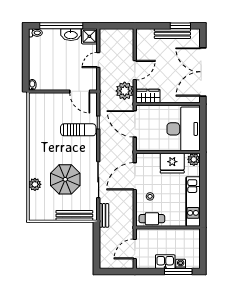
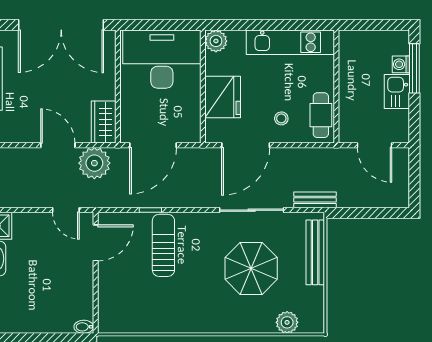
door: (98, 60) -> (66, 210), moved
fridge: (172, 163) -> (223, 97), moved
door: (135, 176) -> (246, 145), hinge flipped
plant: (35, 184) -> (287, 322), moved

